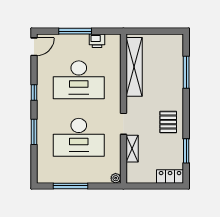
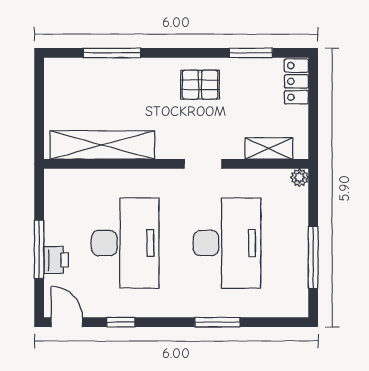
printer: (97, 41) -> (56, 260), moved
window: (34, 92) -> (121, 322), moved
shelving: (132, 149) -> (269, 148), moved

